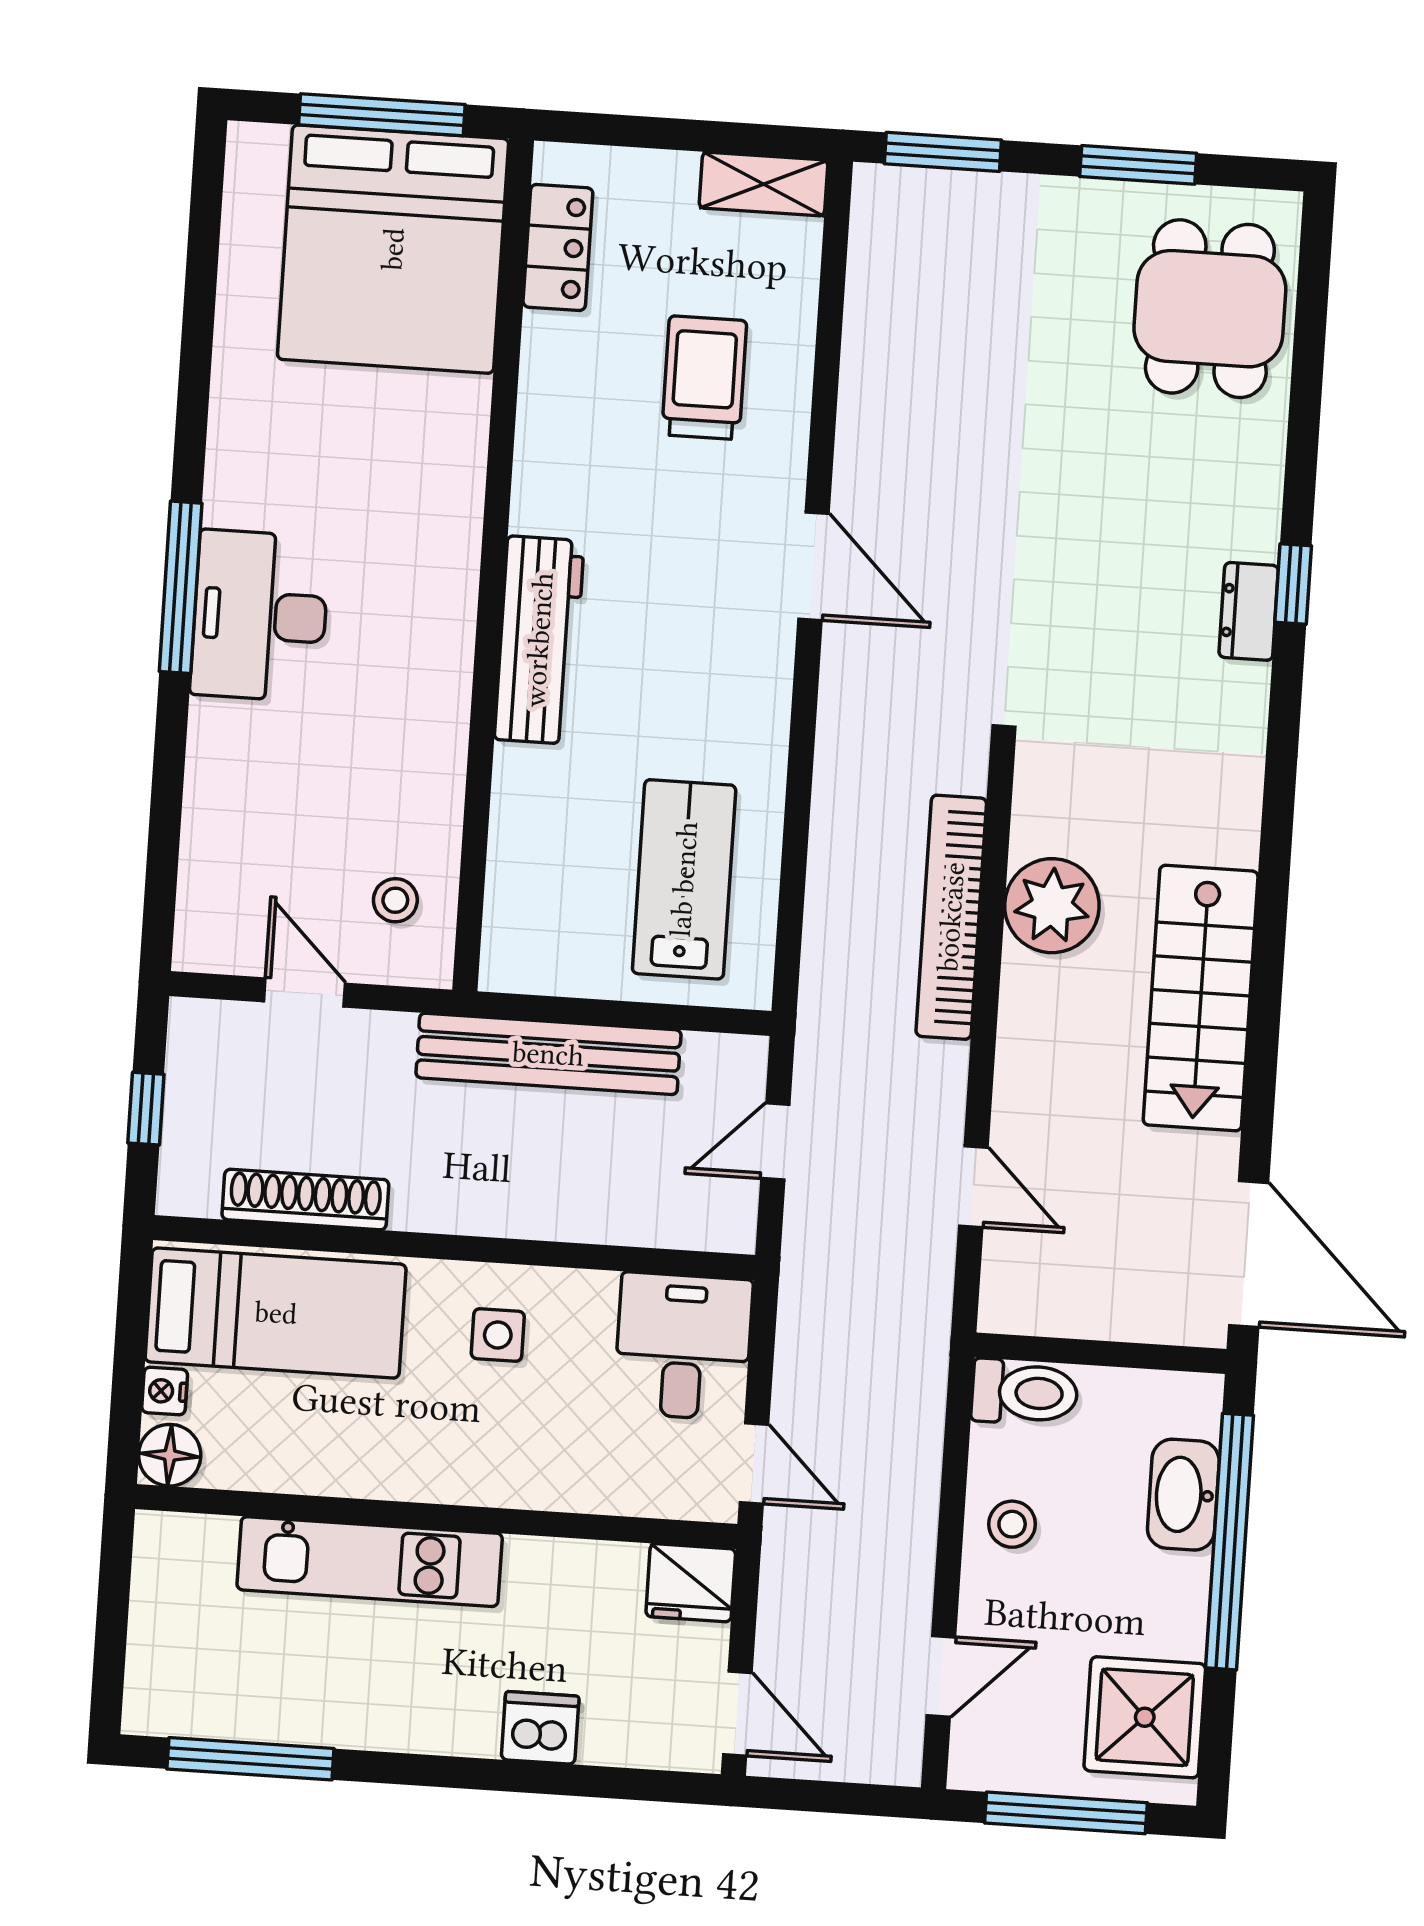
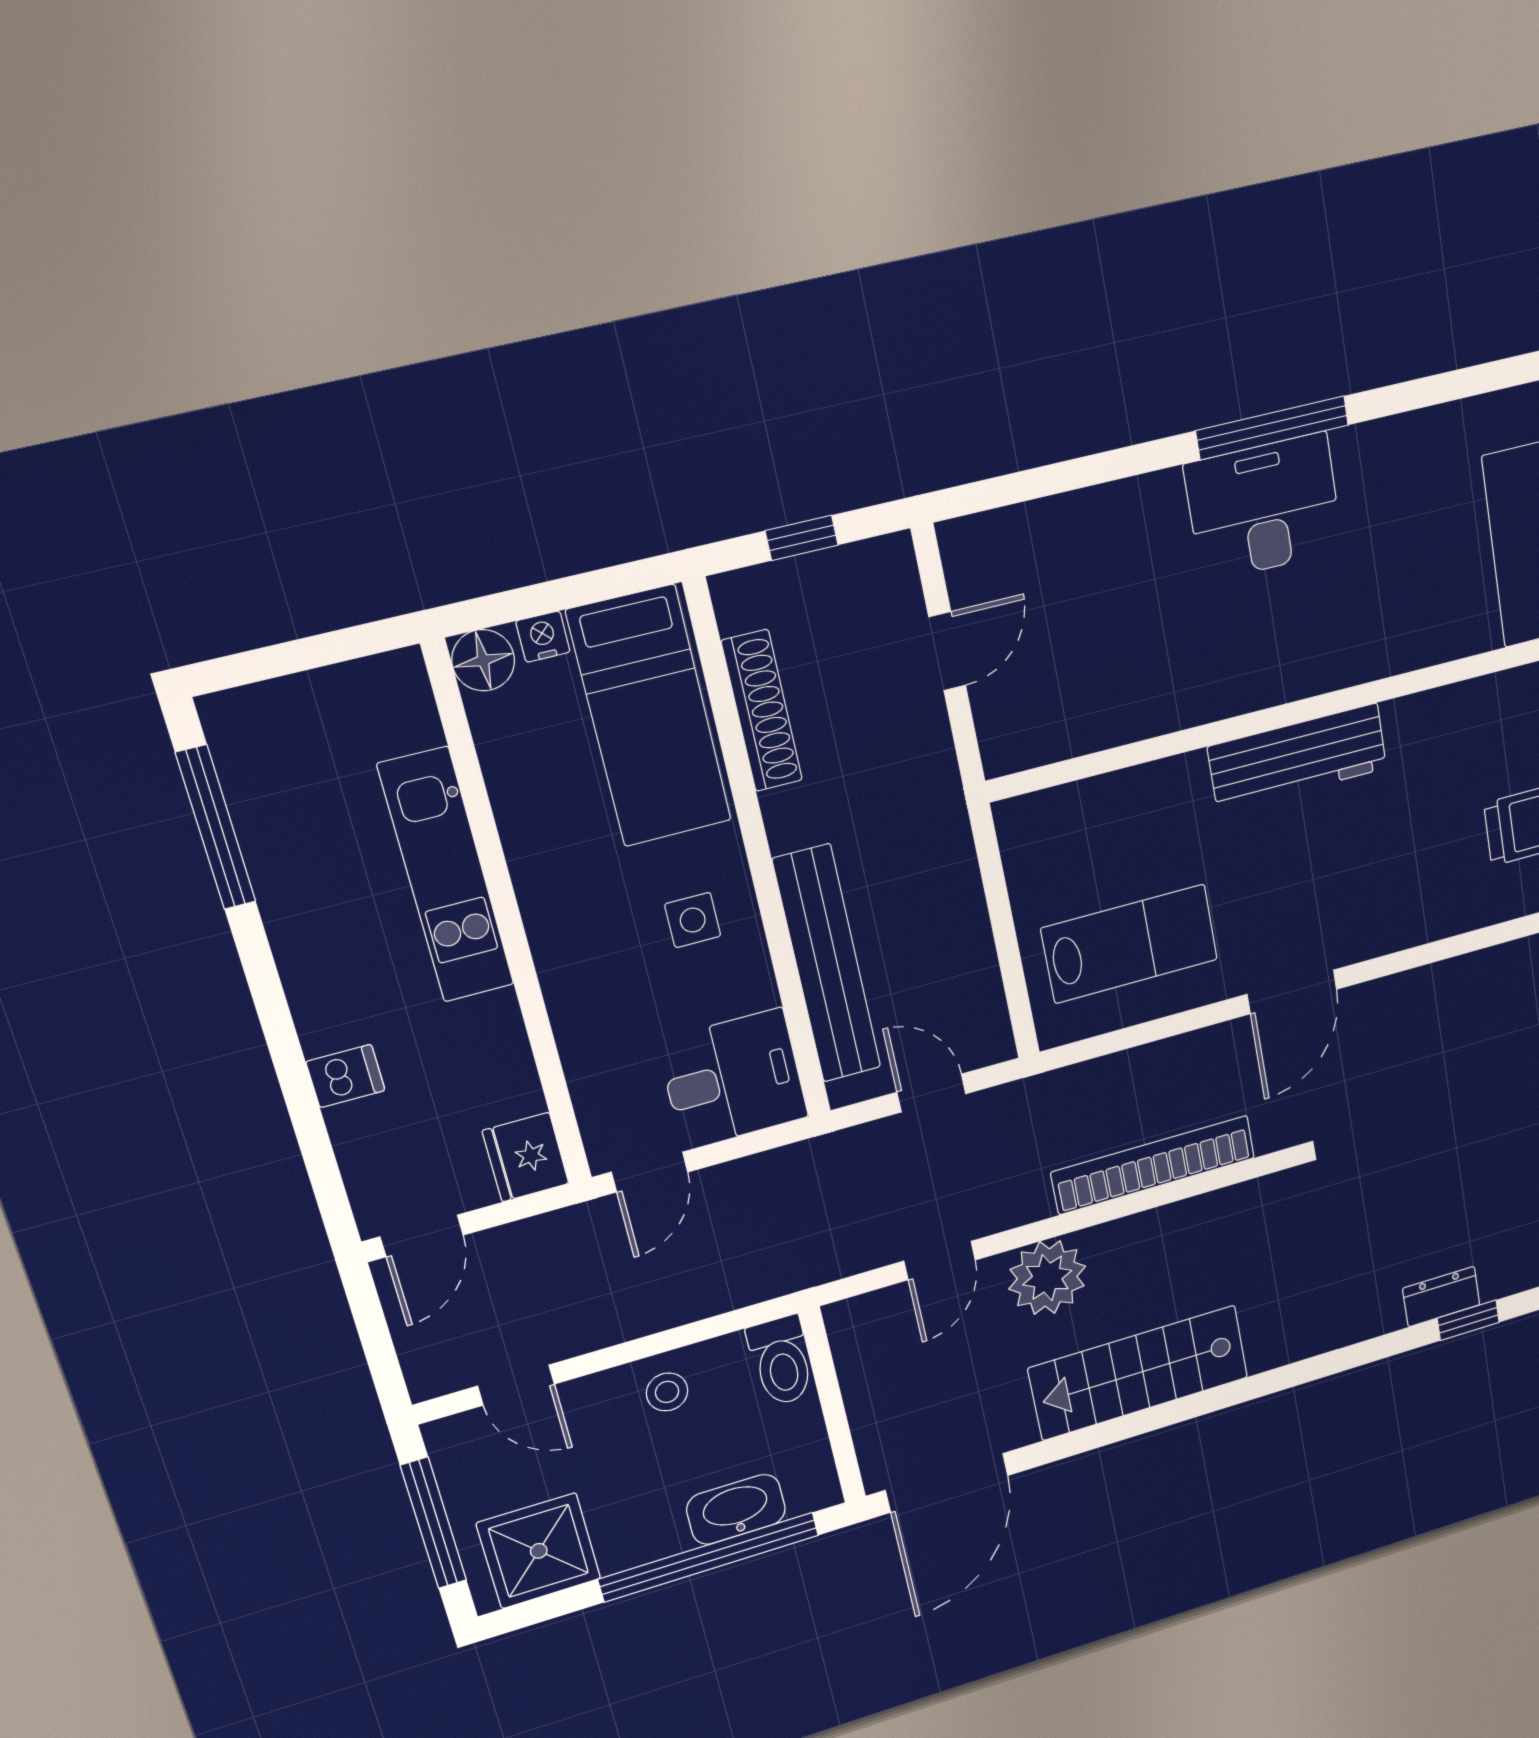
door: (814, 566) -> (1292, 992), moved
stool: (395, 900) -> (1049, 706), removed
plant: (1052, 906) -> (1047, 1278), moved
bench: (548, 1054) -> (827, 964), moved
dishwasher: (540, 1728) -> (346, 1076), width x0.73

